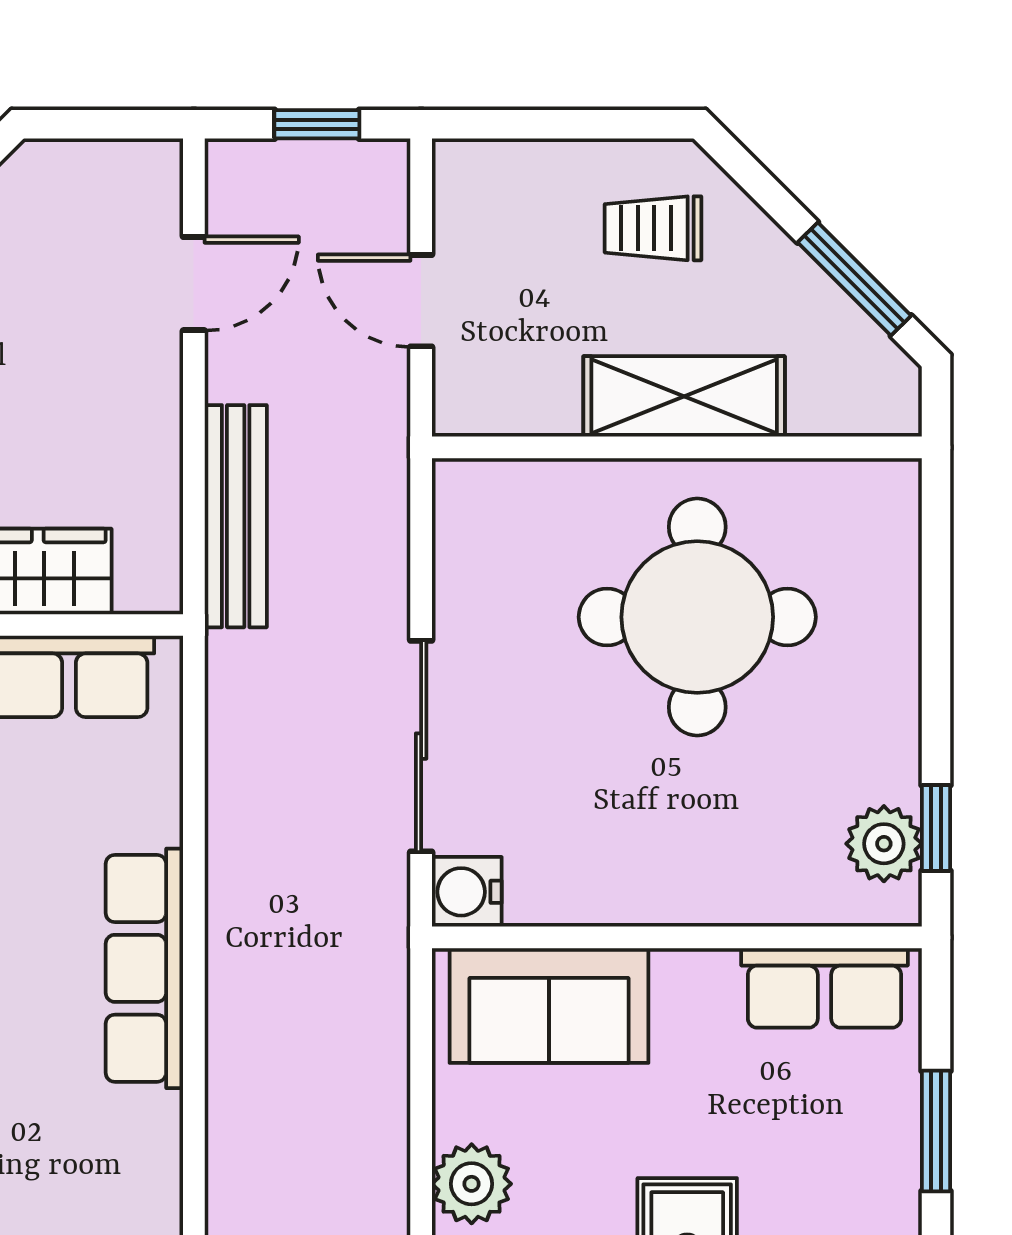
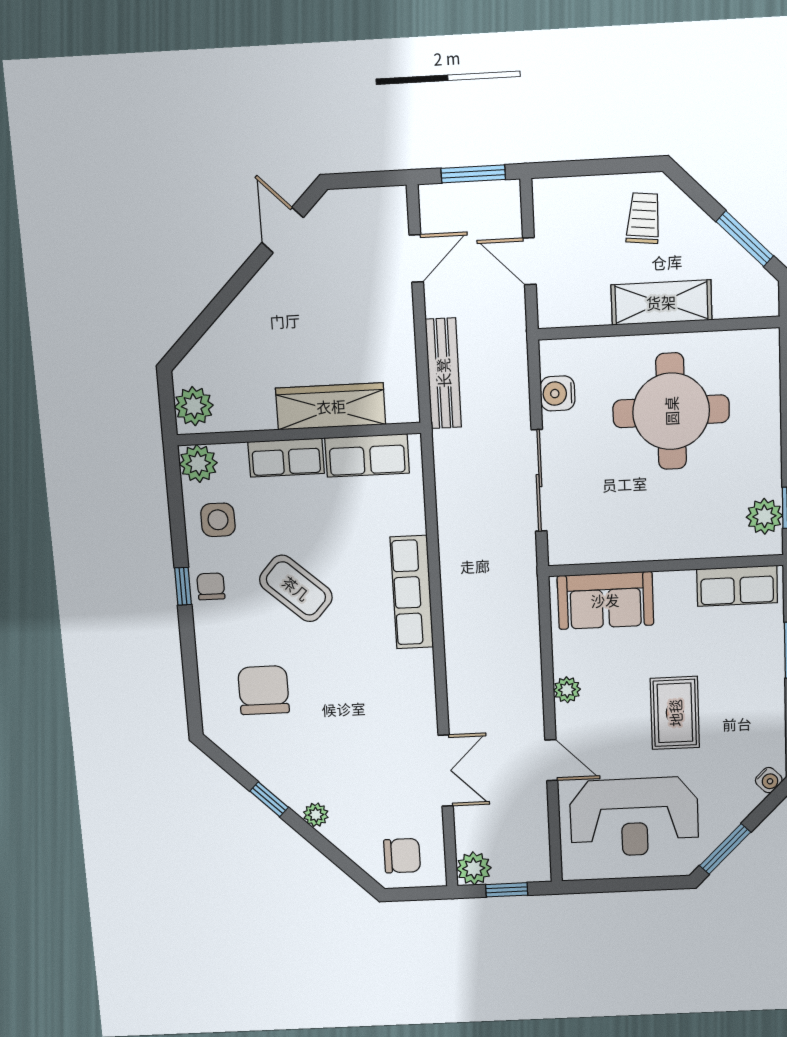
window: (317, 124) -> (473, 174), width x1.50
trolley: (653, 228) -> (643, 218), turned 96
water cooler: (467, 892) -> (558, 393), moved
plant: (472, 1184) -> (567, 690), width x0.73, depth x0.73

